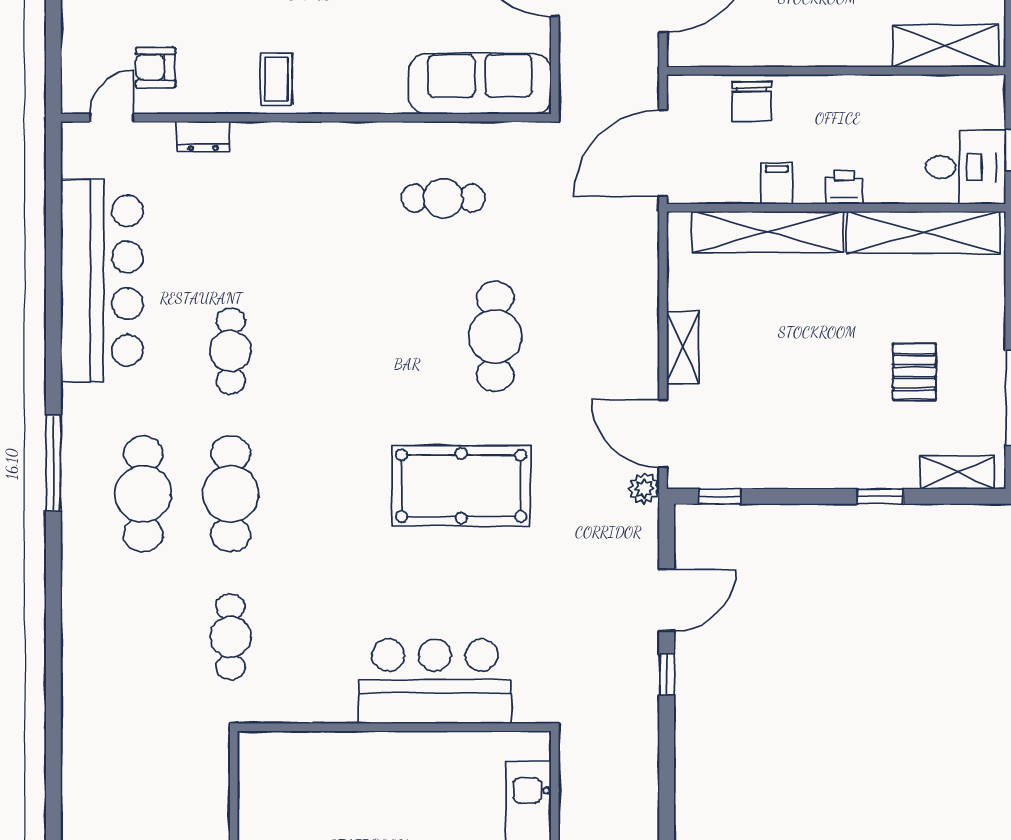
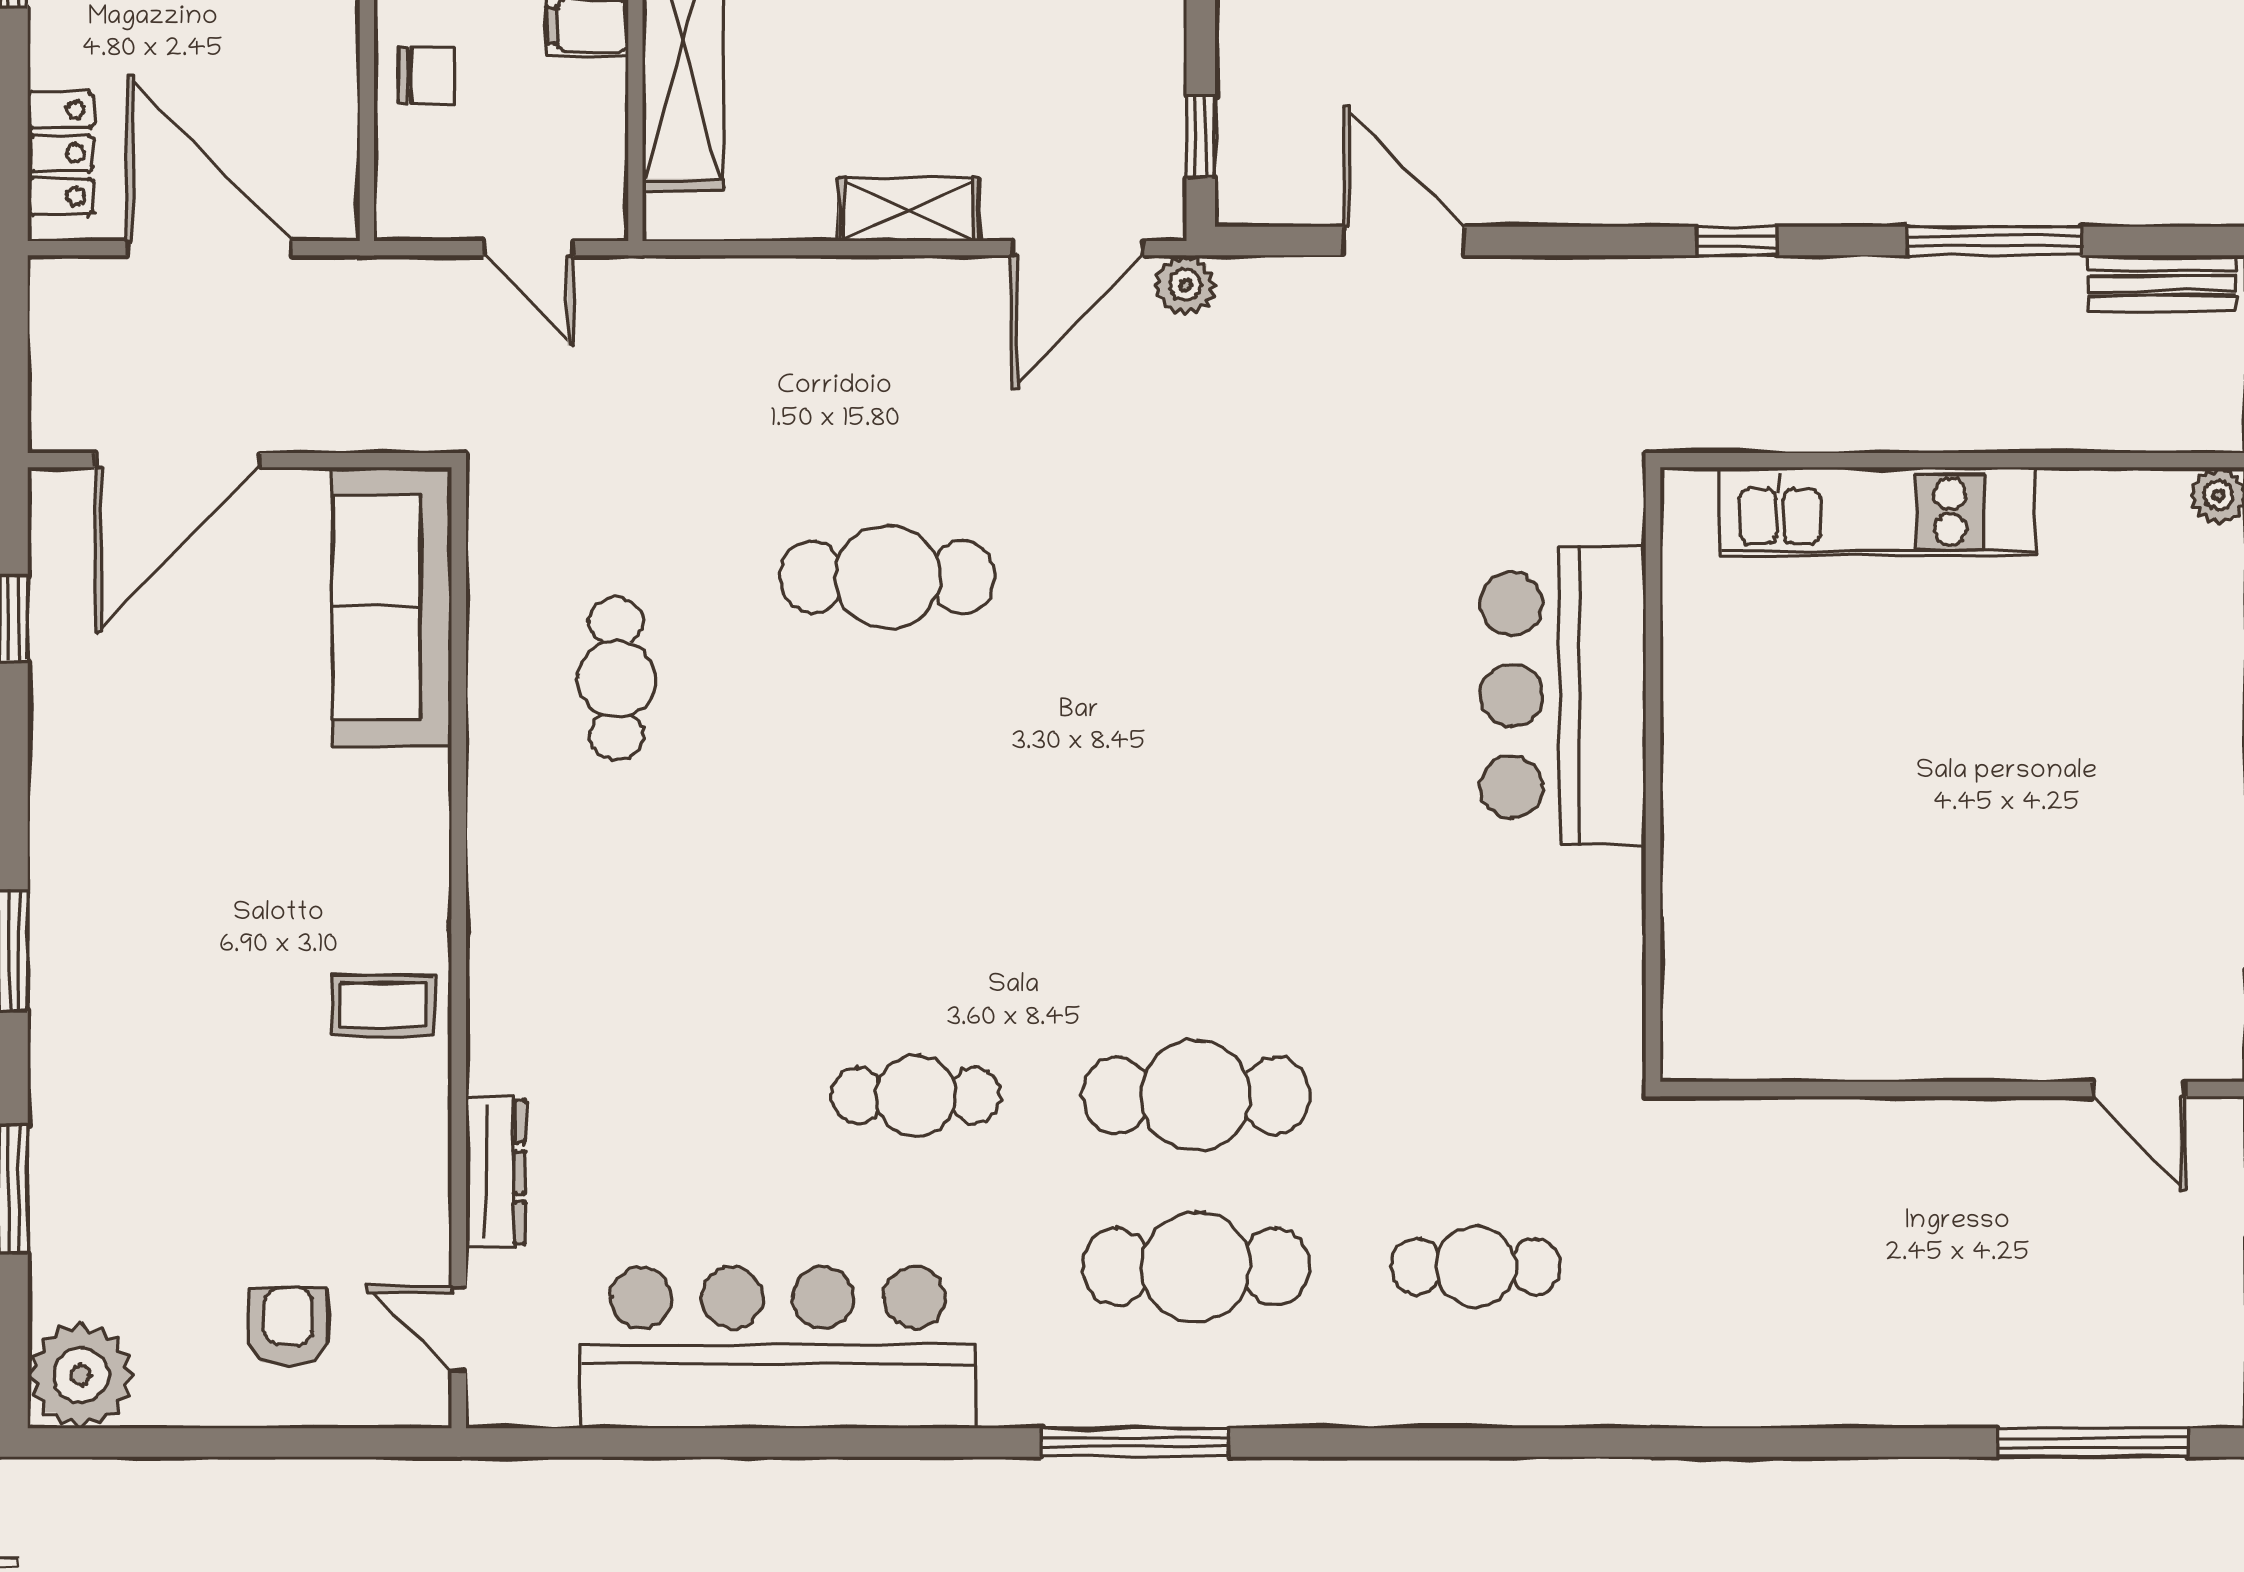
armchair: (156, 67) -> (288, 1327), moved, turned 180
chair: (752, 101) -> (427, 75), width x0.73, depth x0.73
dresser: (203, 136) -> (495, 1172), width x1.44
door: (663, 153) -> (529, 248), width x0.53
pool table: (461, 486) -> (1180, 644), removed
cafe table: (231, 637) -> (1476, 1267), moved
window: (667, 675) -> (1736, 241), moved

